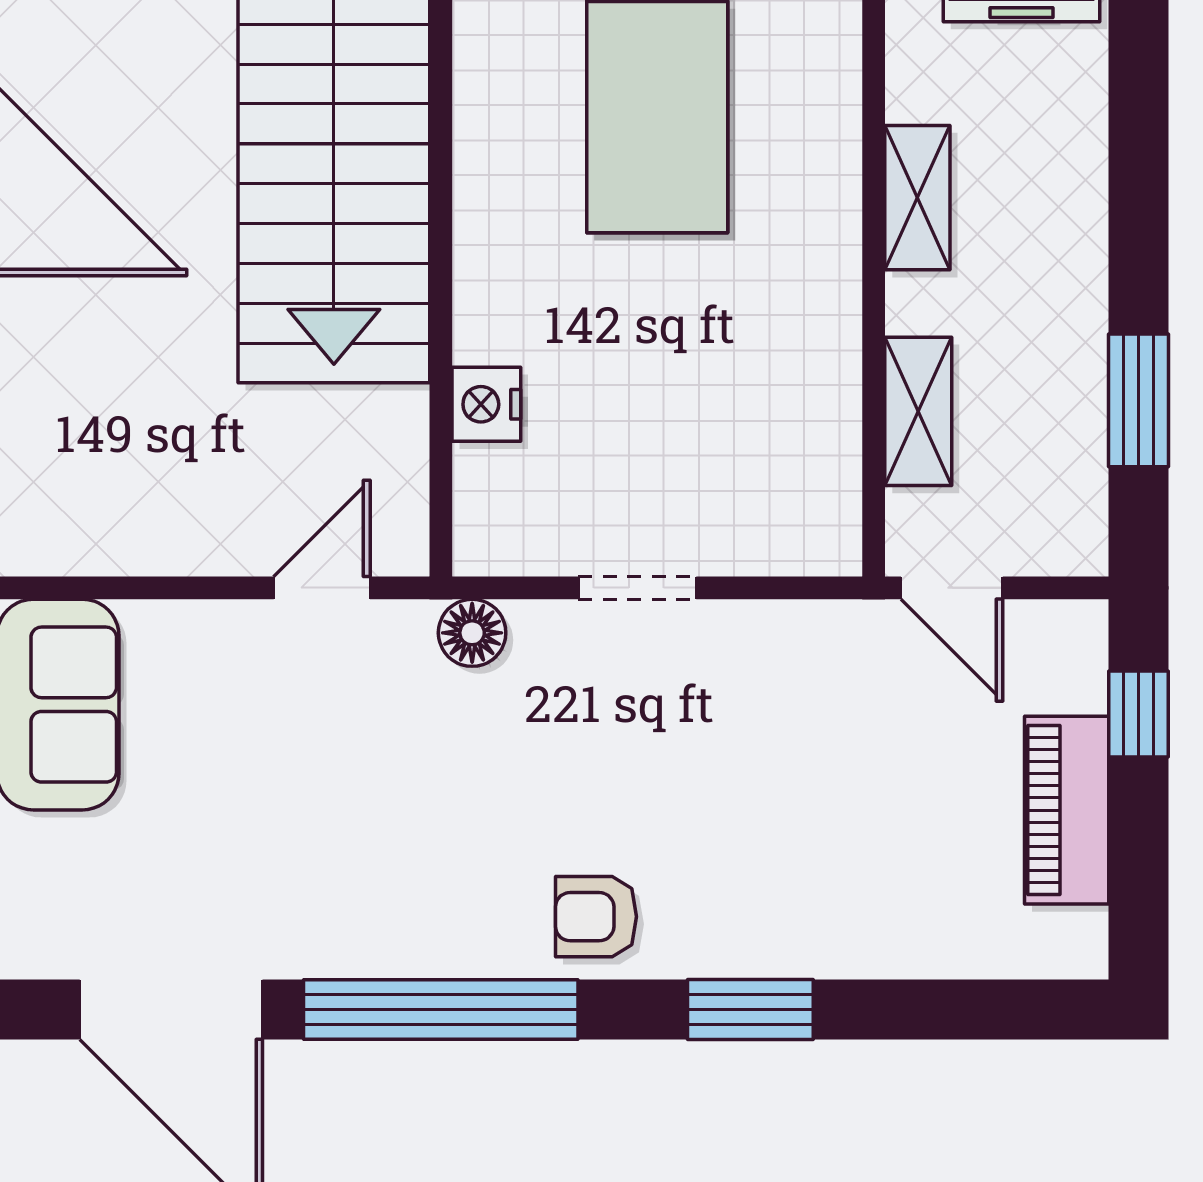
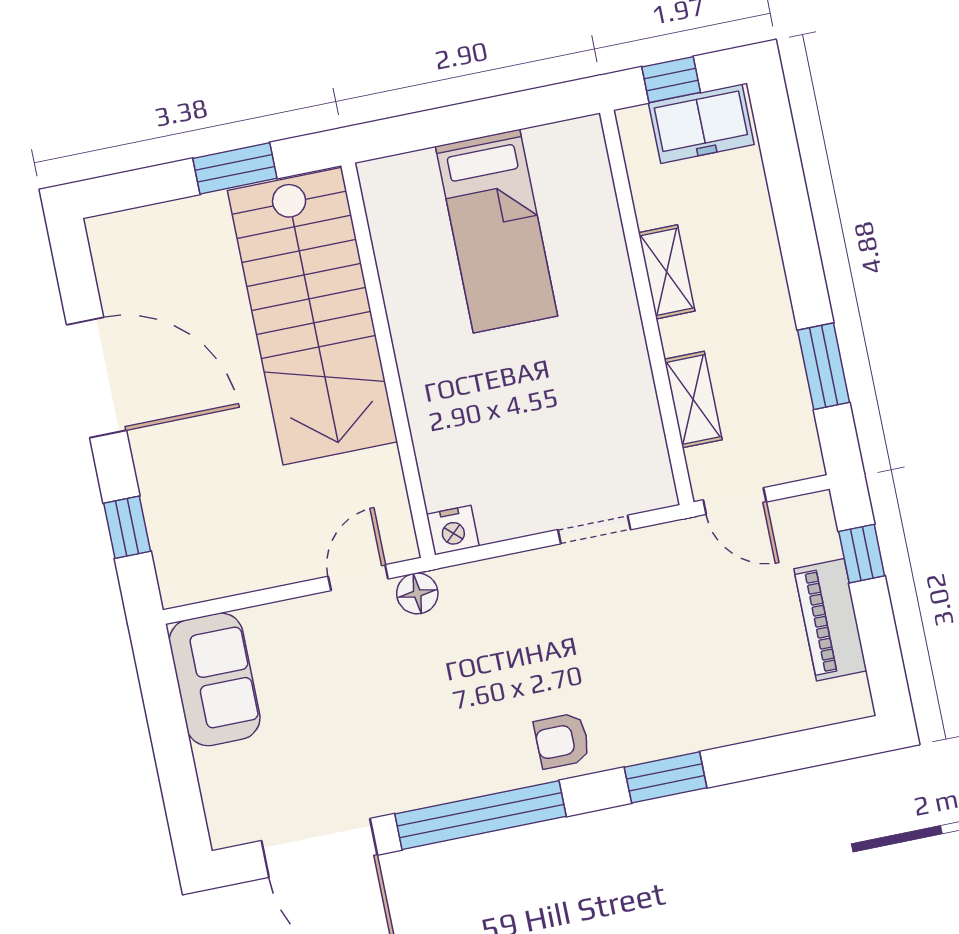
nightstand: (486, 404) -> (453, 530), moved, turned -90
doorway: (637, 588) -> (594, 530), moved
floor lamp: (472, 633) -> (417, 593), moved

